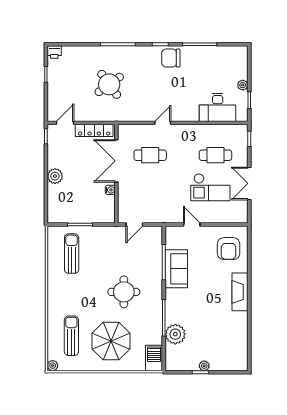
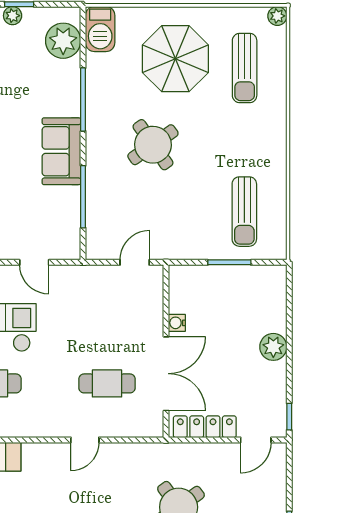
sofa: (176, 269) -> (61, 151), moved
round table: (124, 292) -> (153, 145), turned -35
plant: (175, 334) -> (63, 41), moved

